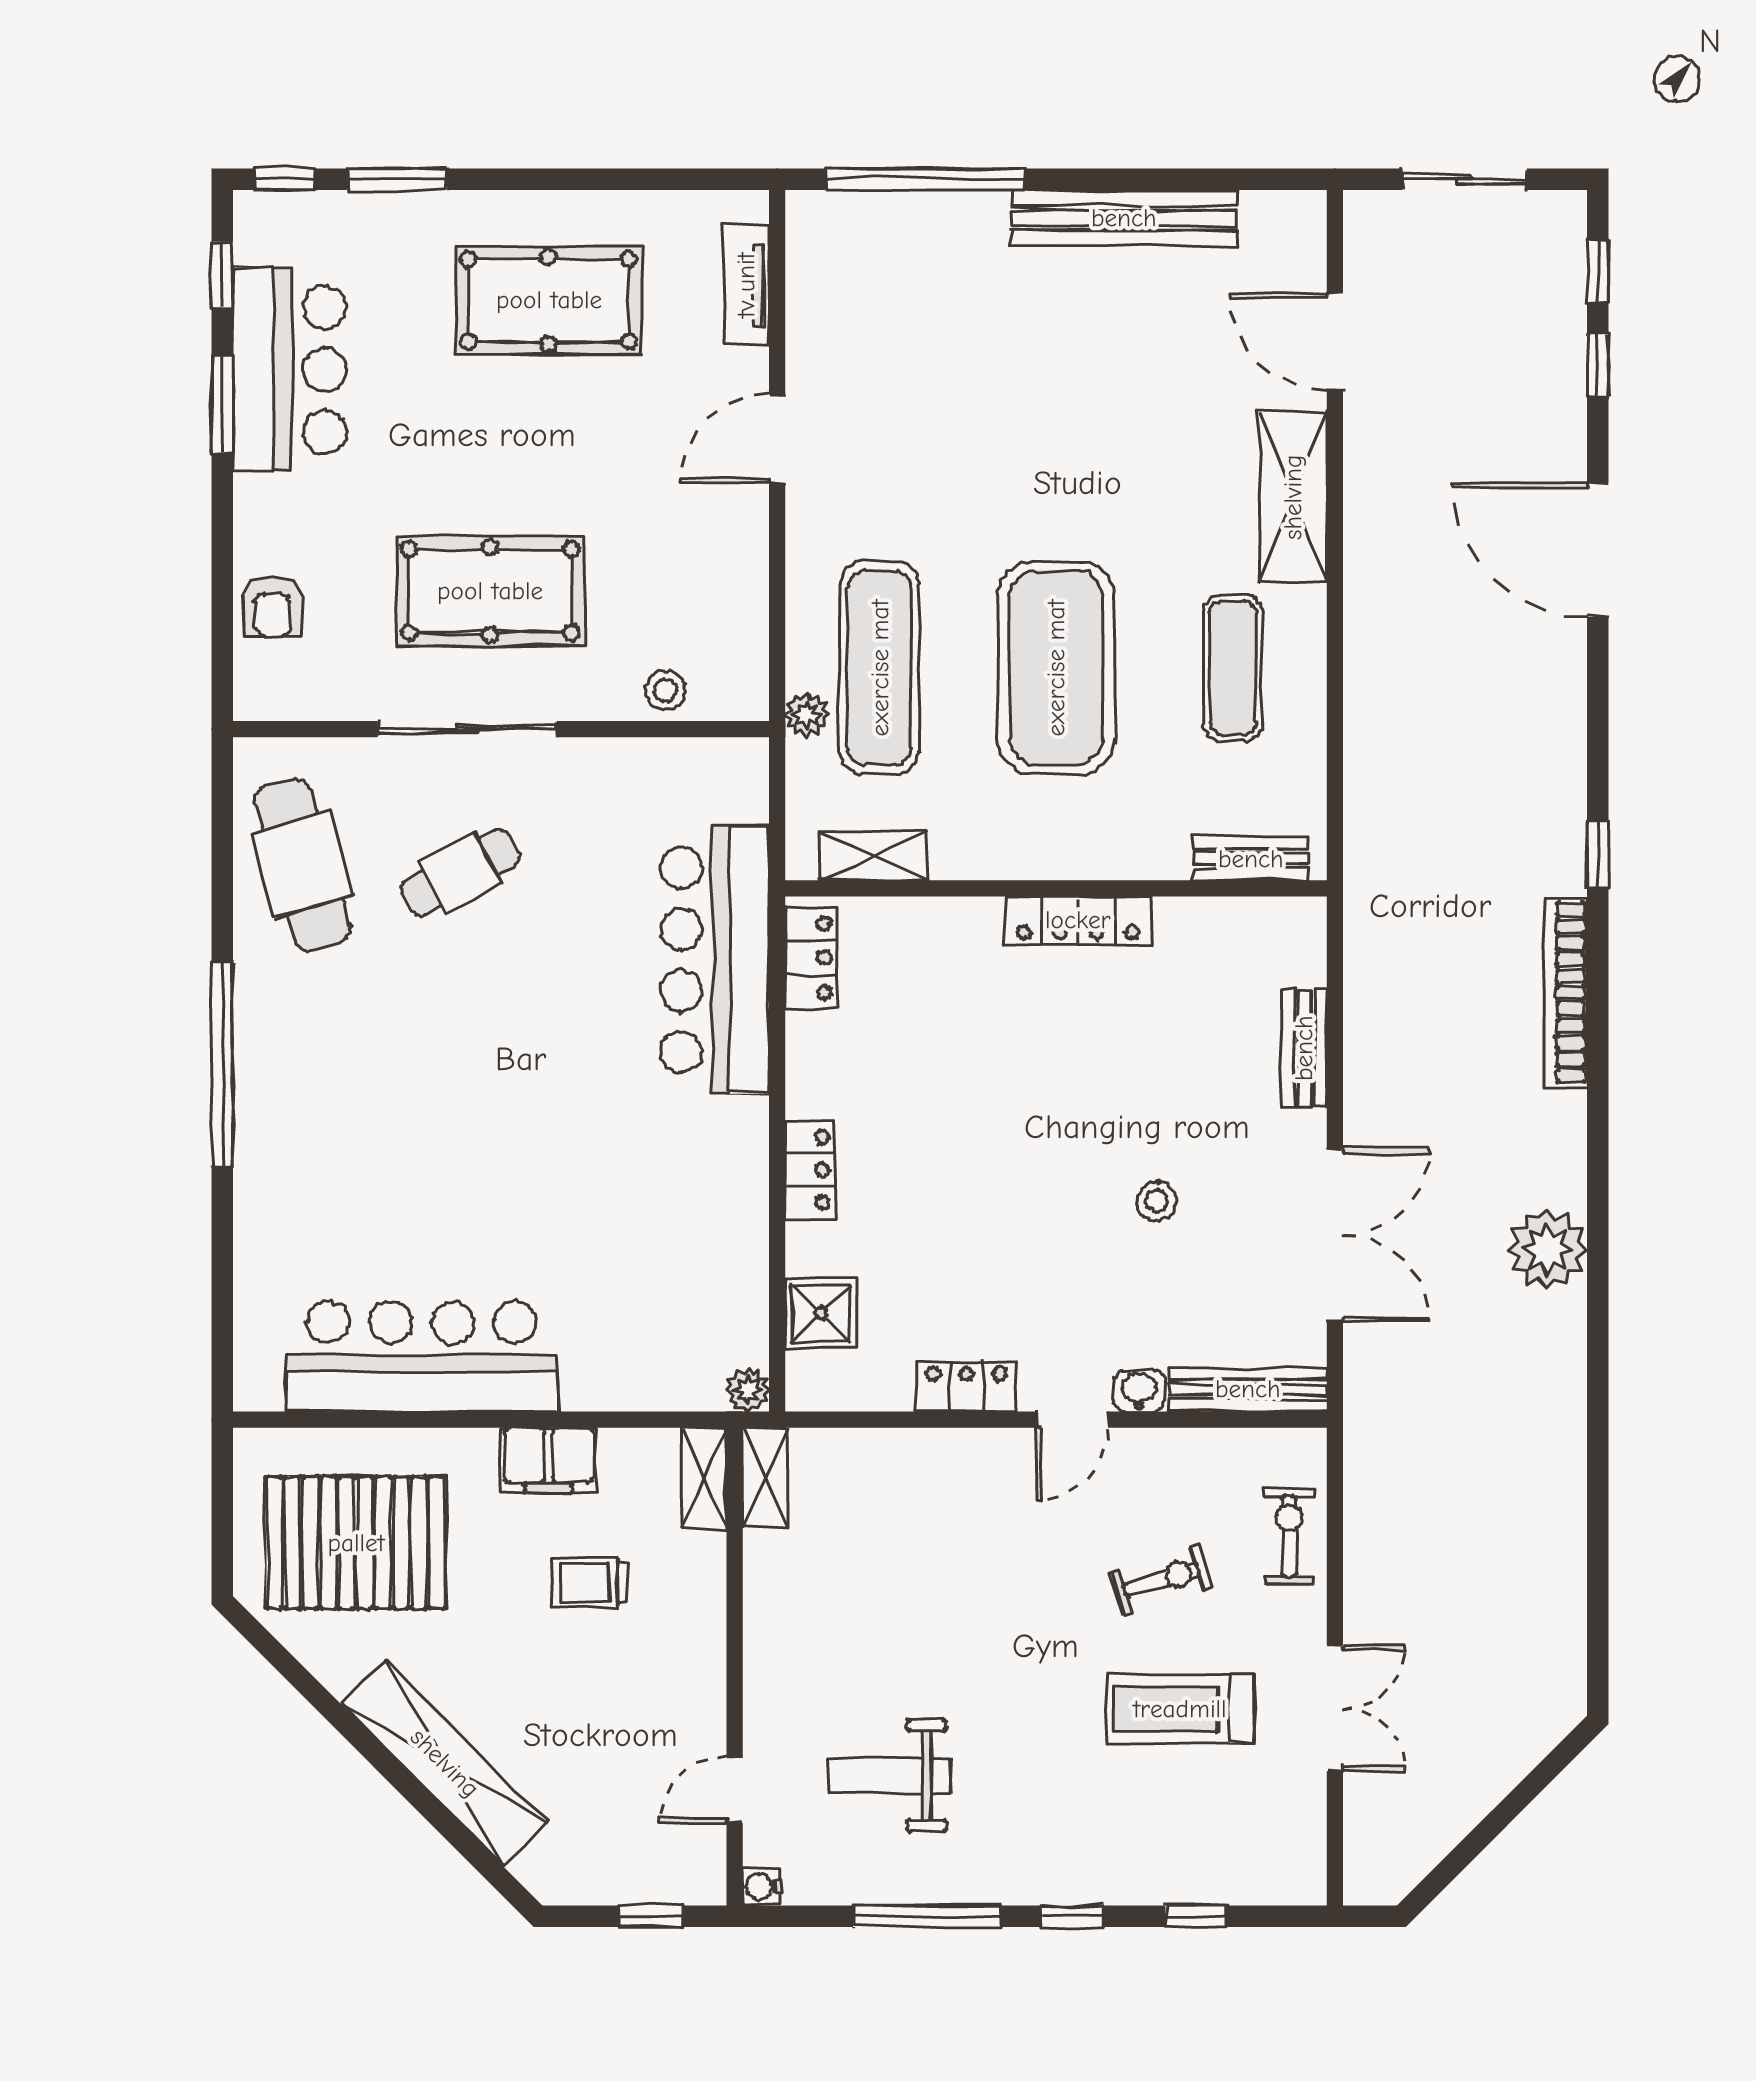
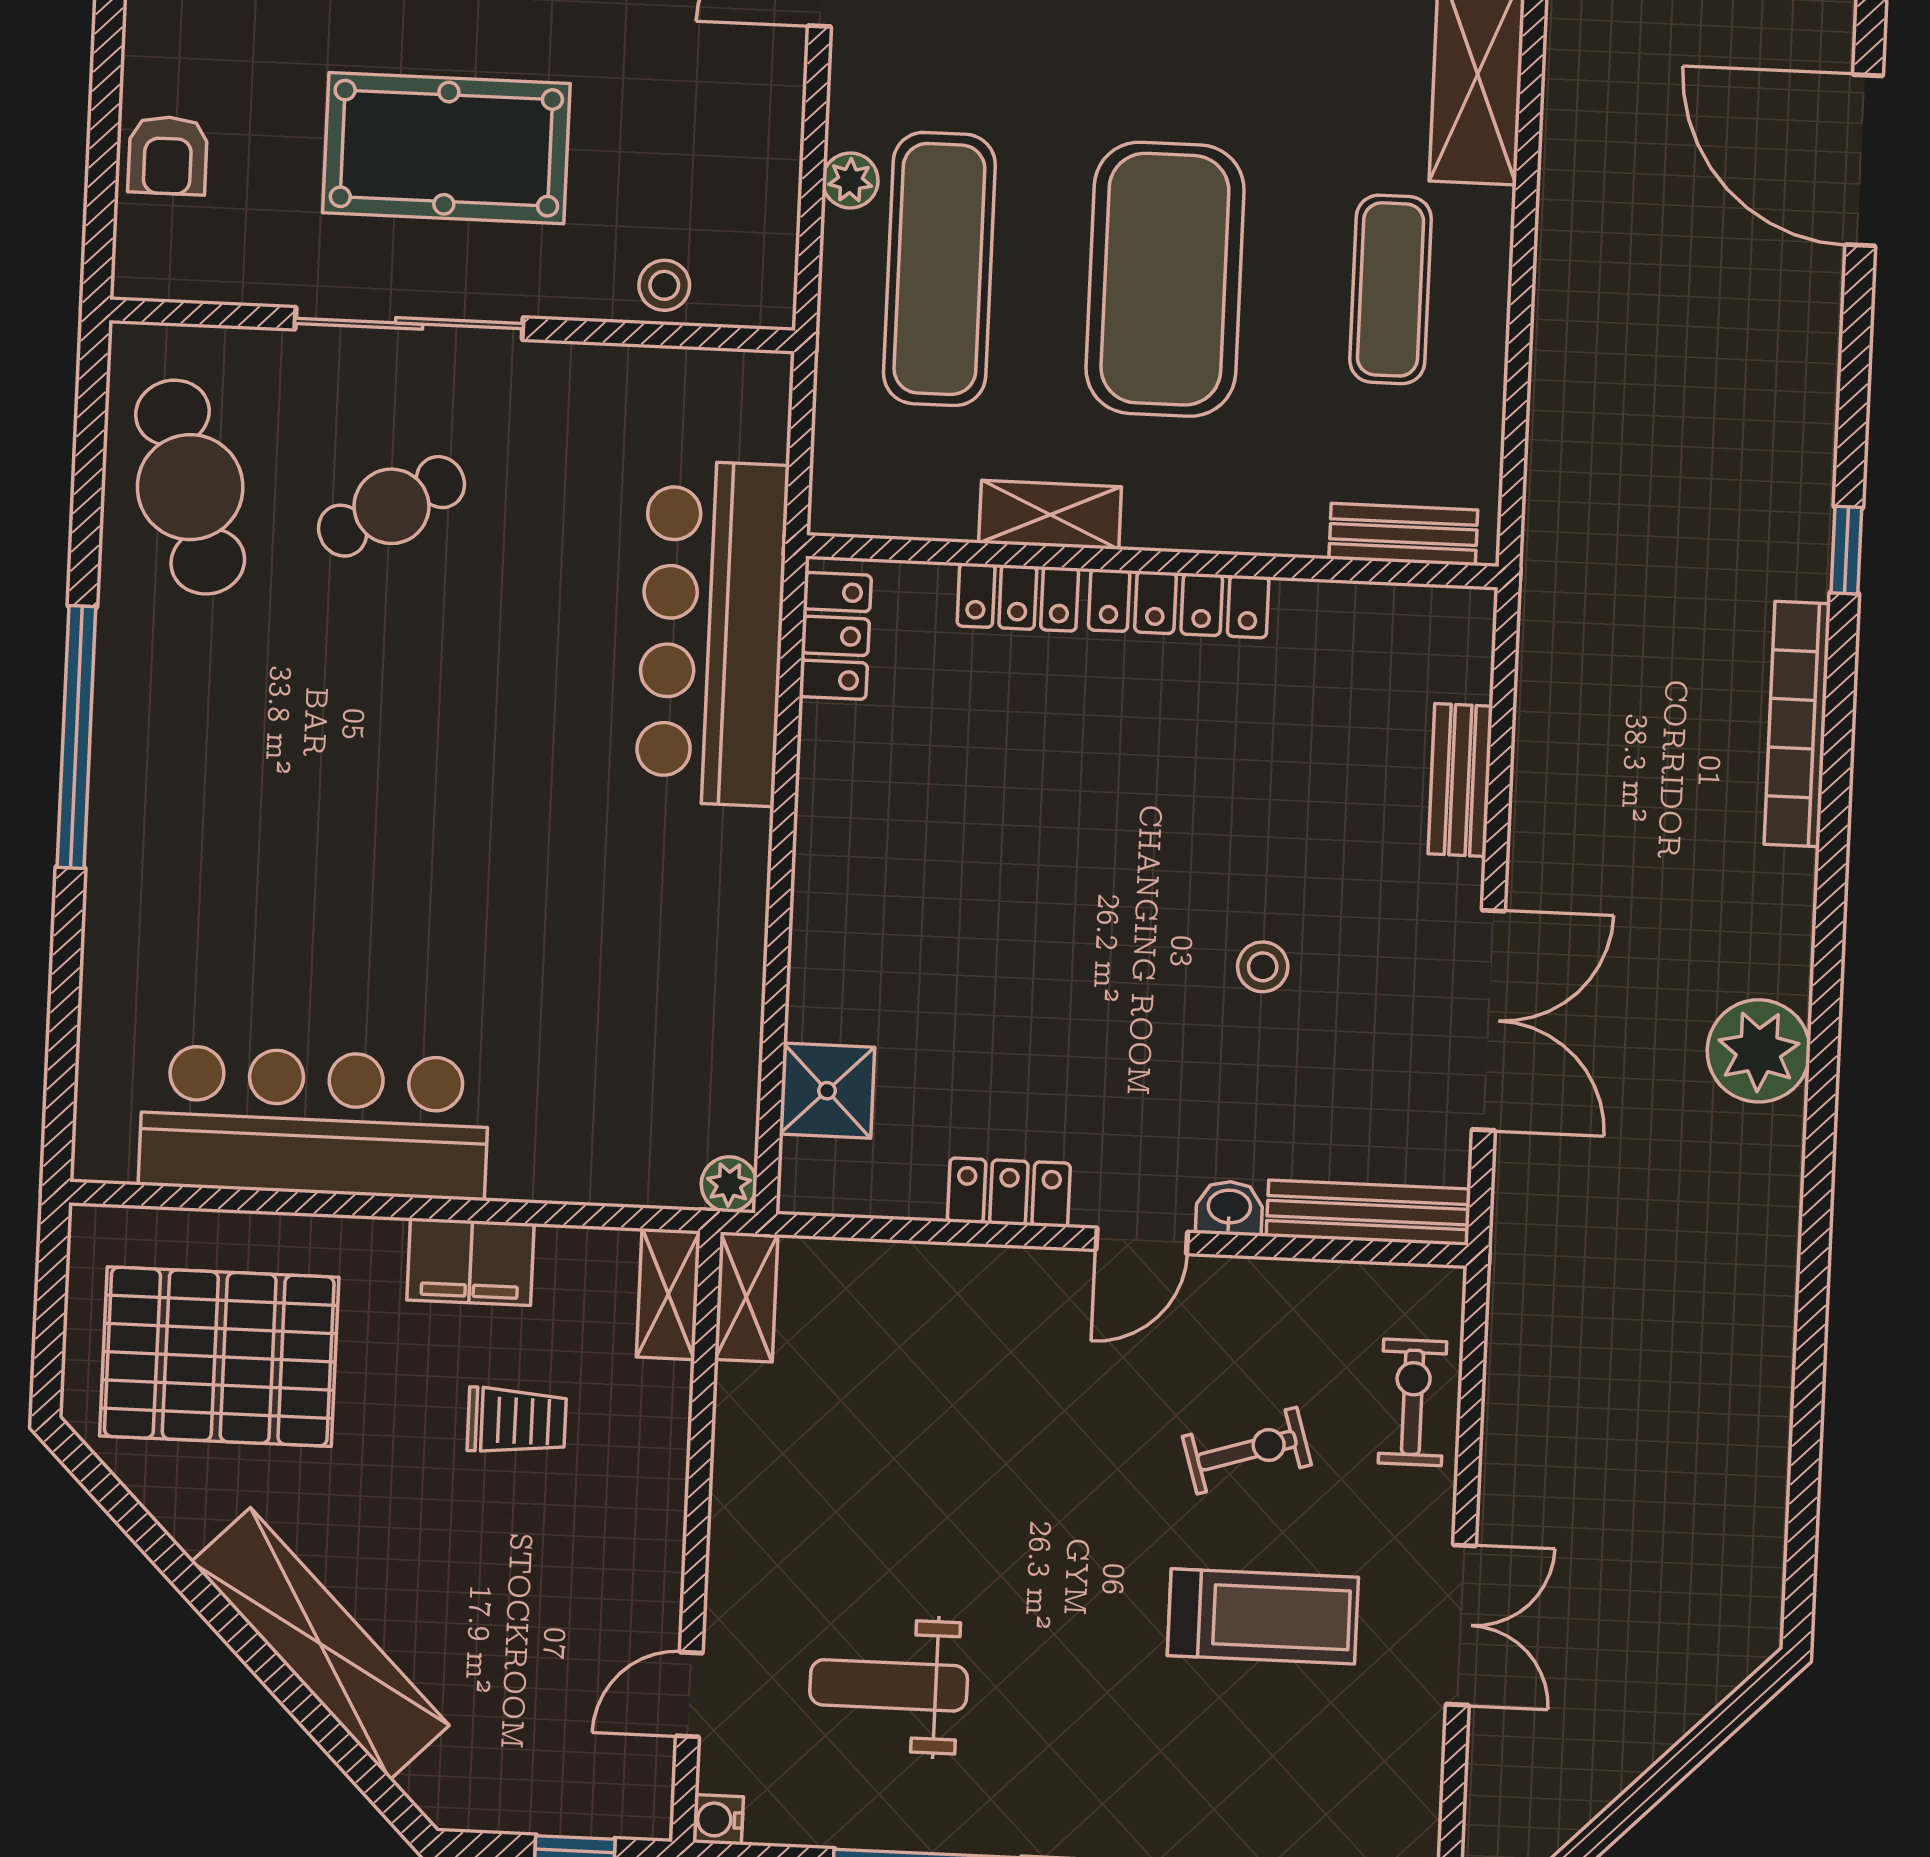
plant: (807, 715) -> (850, 180), moved
shelving: (873, 856) -> (1050, 515), moved
locker: (810, 1170) -> (1018, 597), moved, turned 90
trolley: (590, 1582) -> (517, 1421), turned 180
treadmill: (1180, 1709) -> (1263, 1616), turned 180

